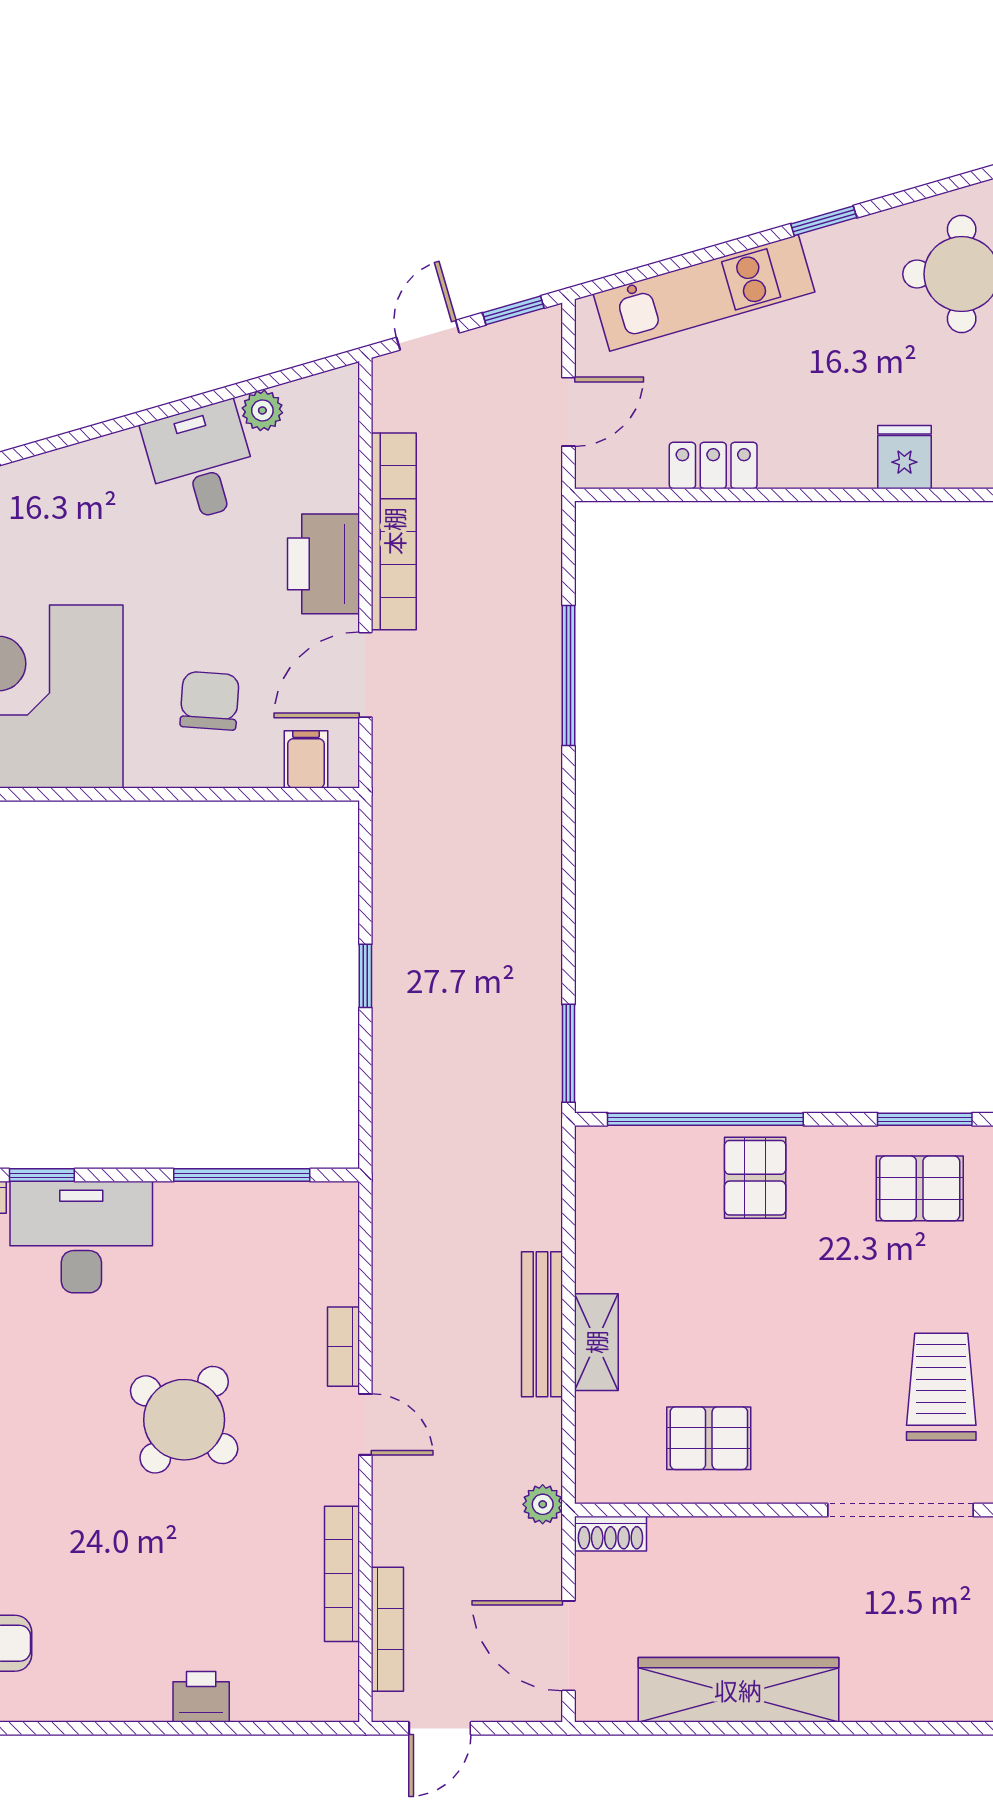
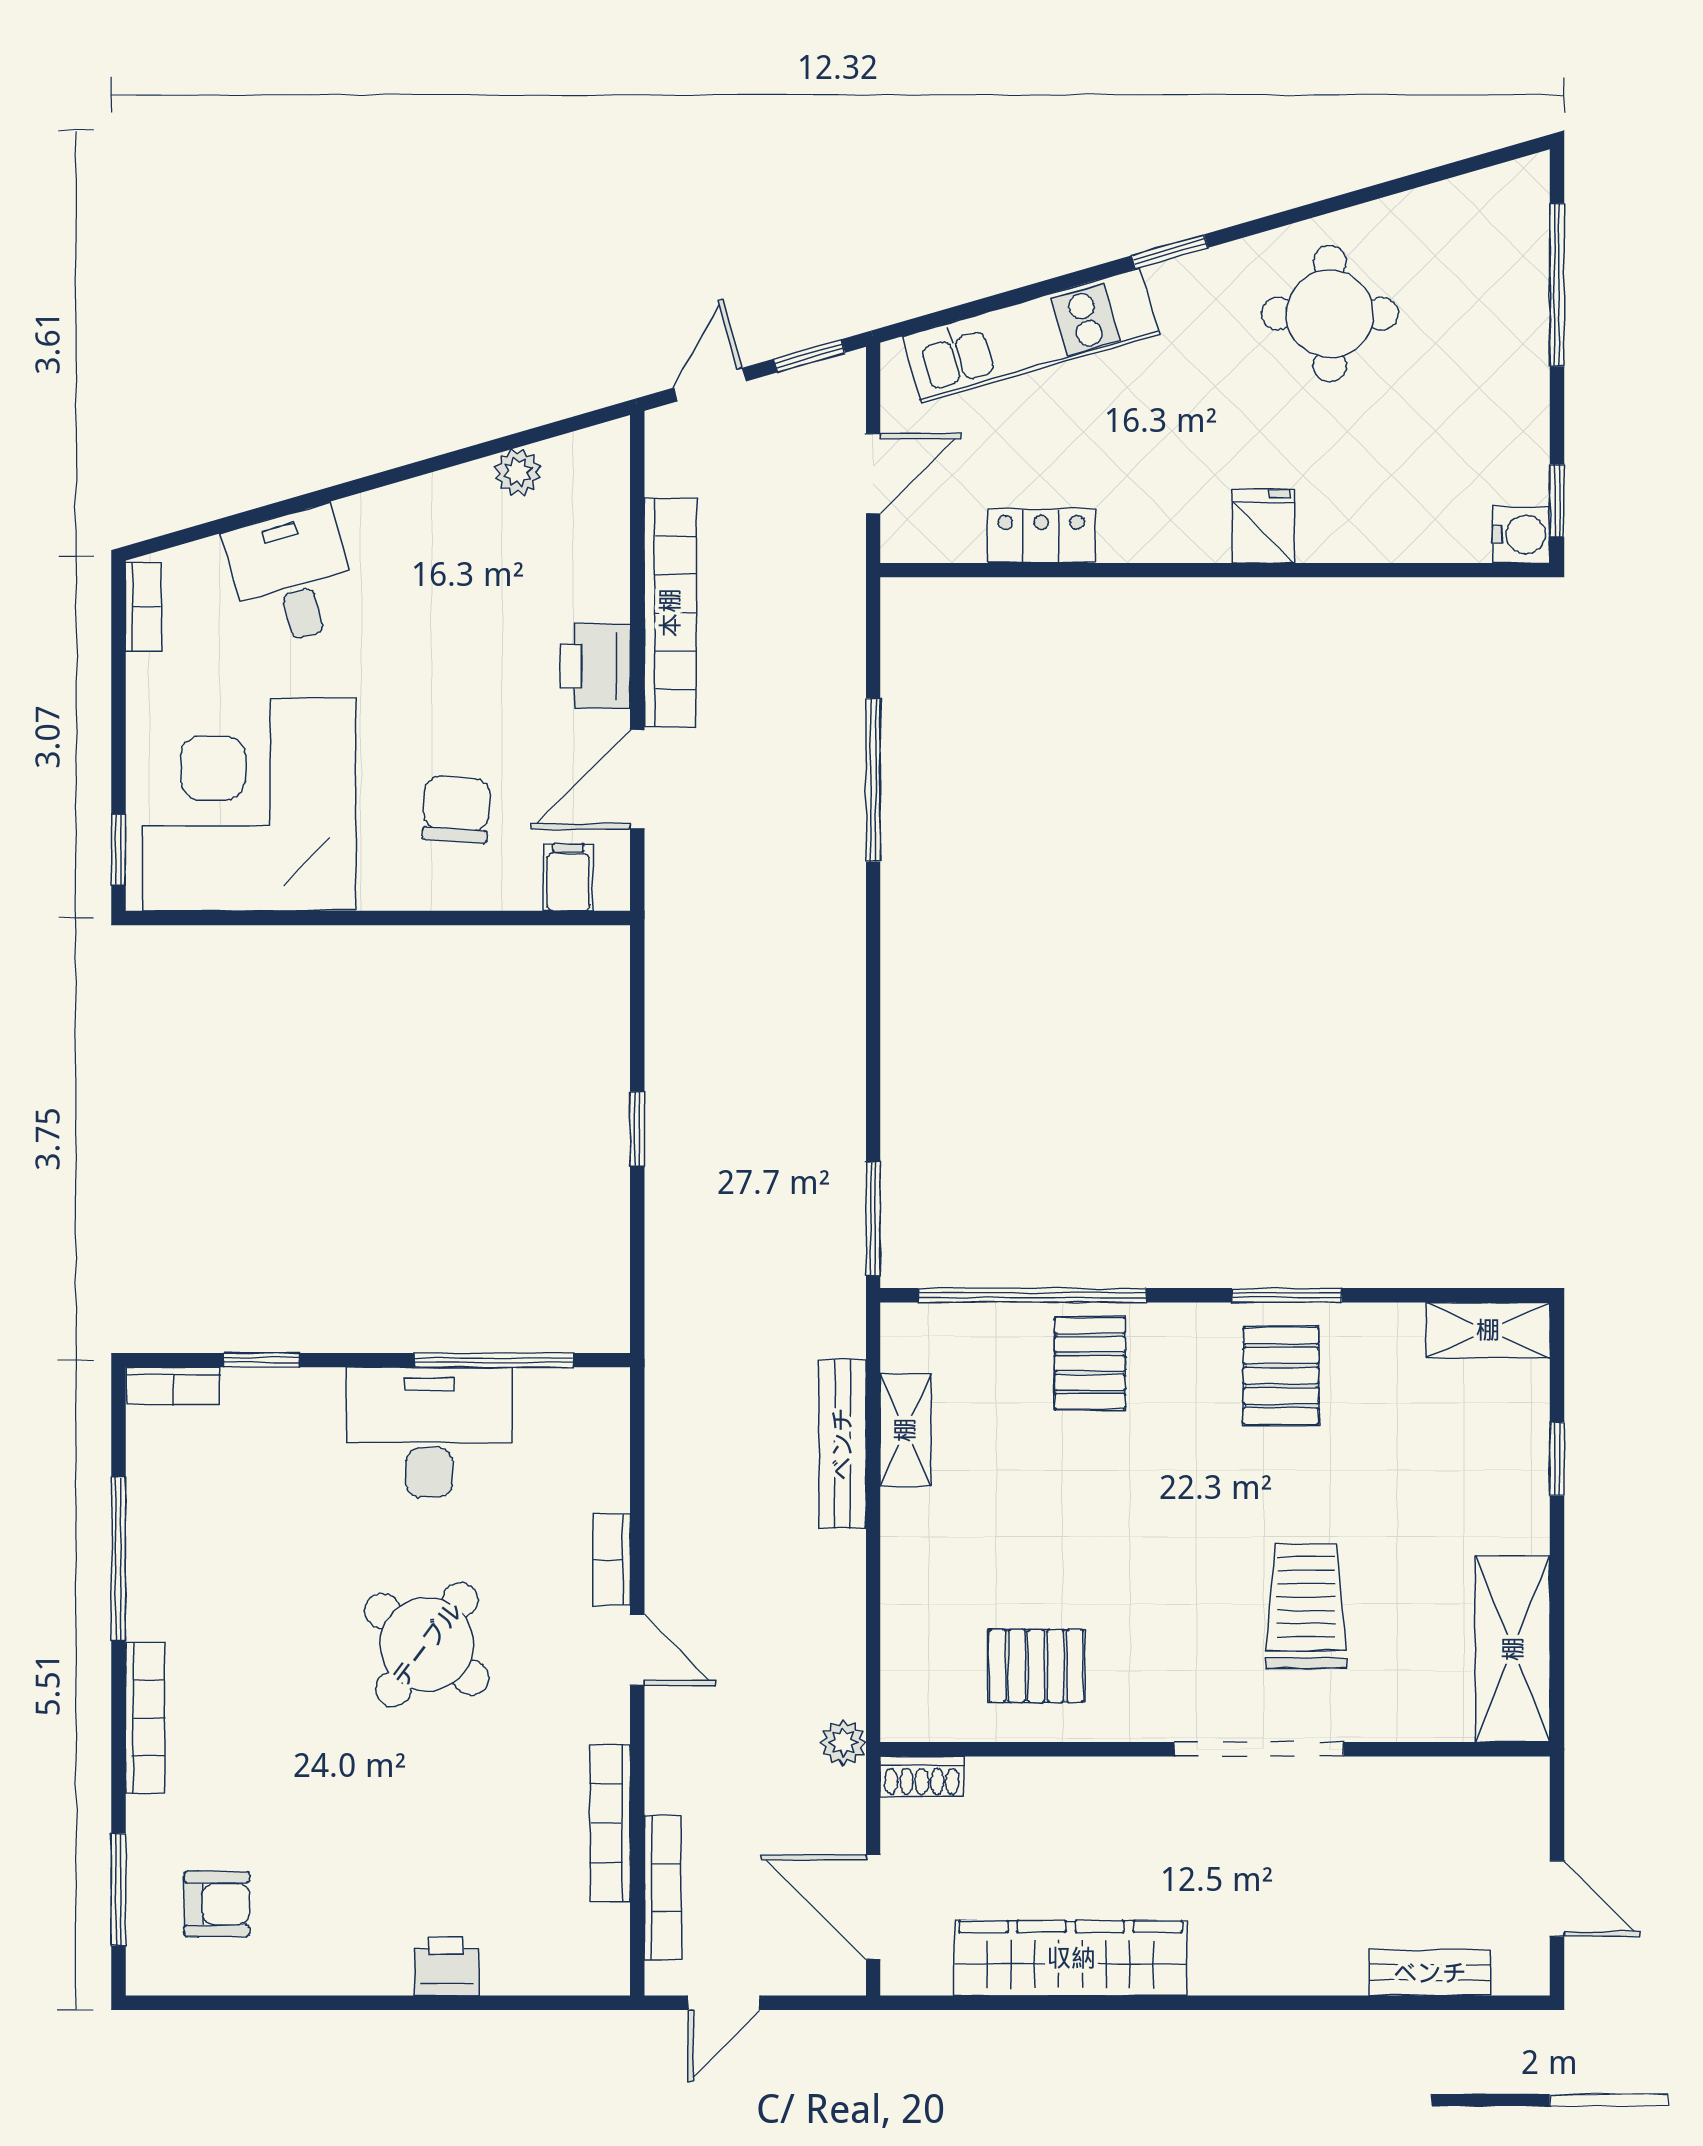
desk: (201, 462) -> (292, 577), moved
printer: (323, 564) -> (595, 666), width x0.73, depth x0.84
pallet: (920, 1188) -> (1281, 1376), turned 90
desk: (81, 1237) -> (429, 1432), moved
bench: (542, 1324) -> (842, 1444), moved
shelving: (596, 1342) -> (905, 1430), moved

